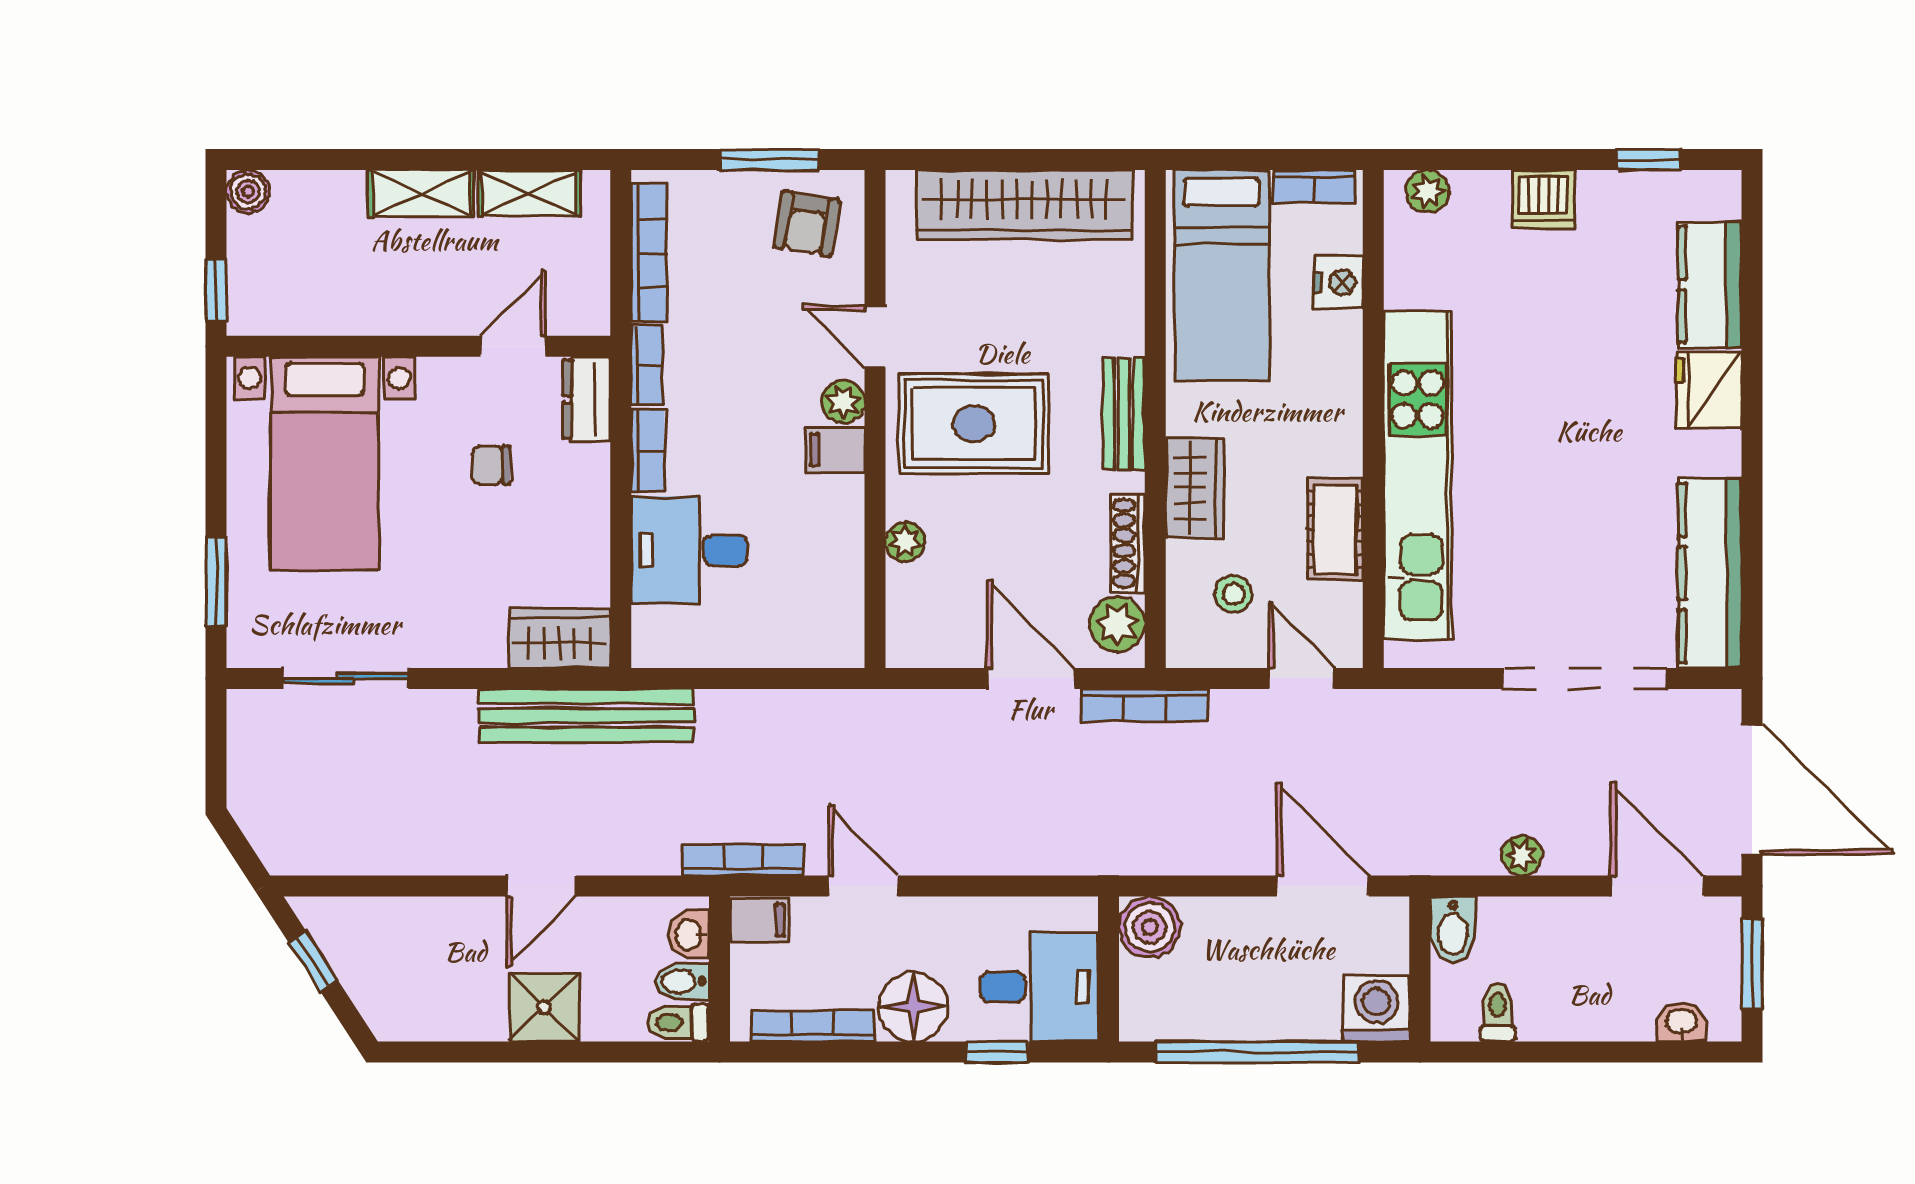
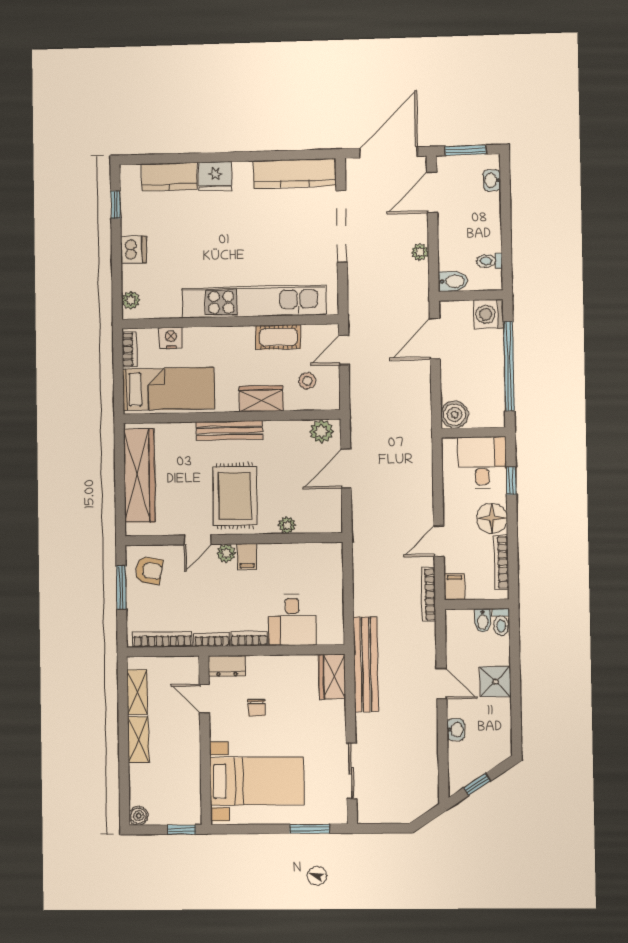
bench: (1124, 414) -> (229, 430), width x1.36
shoe rack: (1128, 543) -> (286, 427), removed
bookcase: (1145, 705) -> (357, 419), removed
washbasin: (689, 935) -> (456, 730), moved, turned -90

